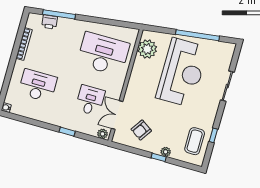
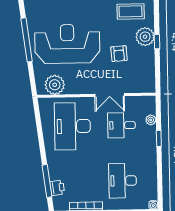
double door: (117, 115) -> (110, 95), moved
armchair: (141, 130) -> (119, 54), moved, turned 52
plant: (103, 134) -> (151, 120), moved
plant: (166, 152) -> (145, 37), width x1.88, depth x1.88

